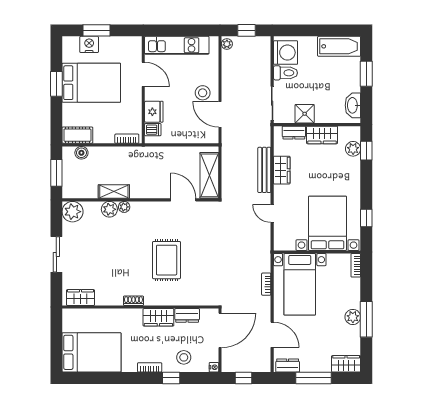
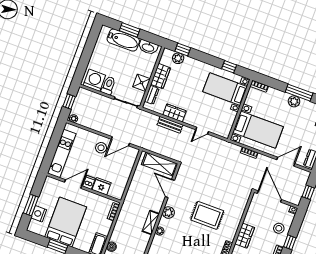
bathtub: (339, 46) -> (123, 40), moved, turned 90
dishwasher: (153, 130) -> (89, 182), moved
bench: (264, 170) -> (170, 125), width x0.73
shelving: (114, 191) -> (151, 222), moved
door: (183, 200) -> (170, 188), hinge flipped
plant: (109, 209) -> (168, 213), moved
bed with nightstands: (327, 223) -> (225, 89), width x0.73
dresser: (187, 315) -> (251, 215), removed

